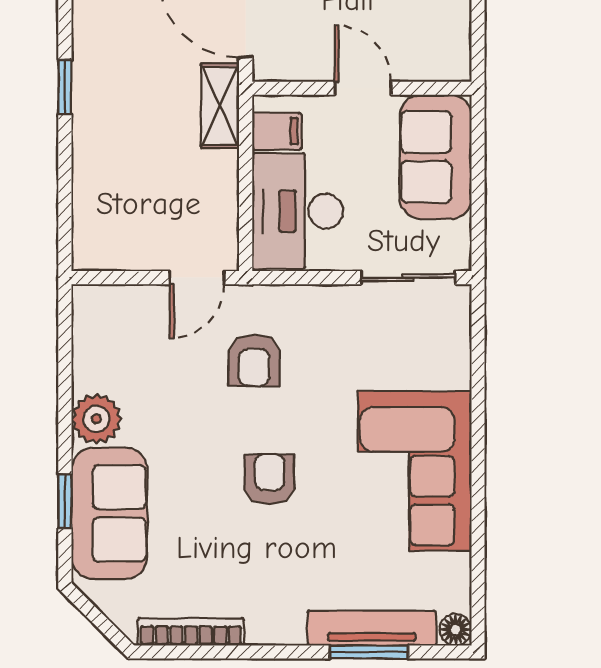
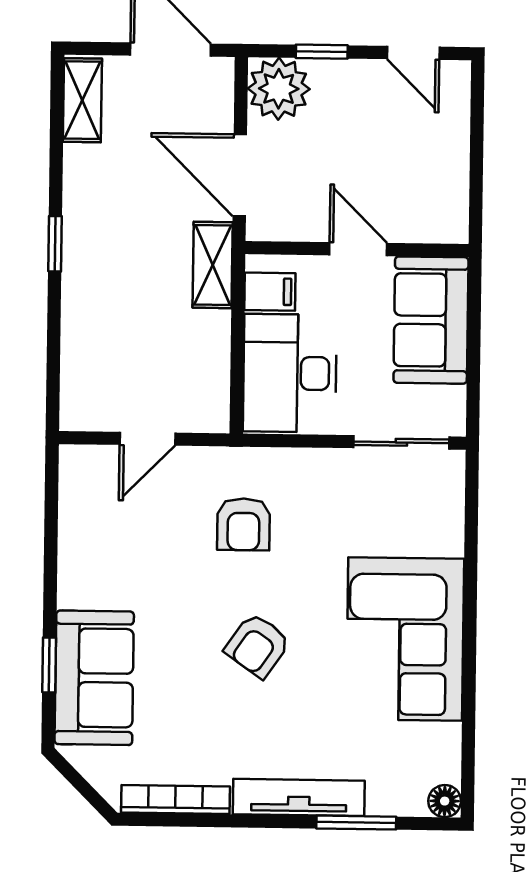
door: (197, 278) -> (147, 439), moved
plant: (96, 419) -> (82, 582), removed
armchair: (269, 479) -> (257, 645), turned -145
tv unit: (372, 628) -> (299, 797), moved

